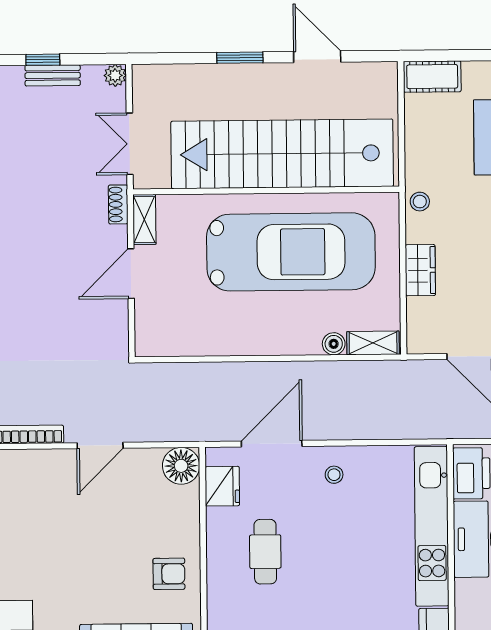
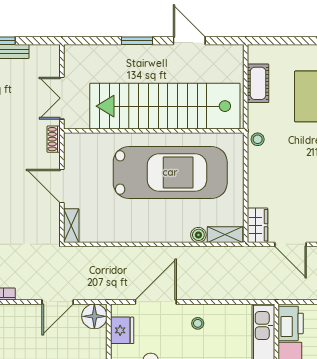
plant: (115, 75) -> (53, 52), removed
cot: (432, 77) -> (258, 83), moved, turned 90
shelving: (144, 219) -> (71, 226), moved
wardrobe: (420, 270) -> (258, 225), moved
door: (131, 274) -> (62, 186), hinge flipped
door: (100, 445) -> (58, 302), moved

